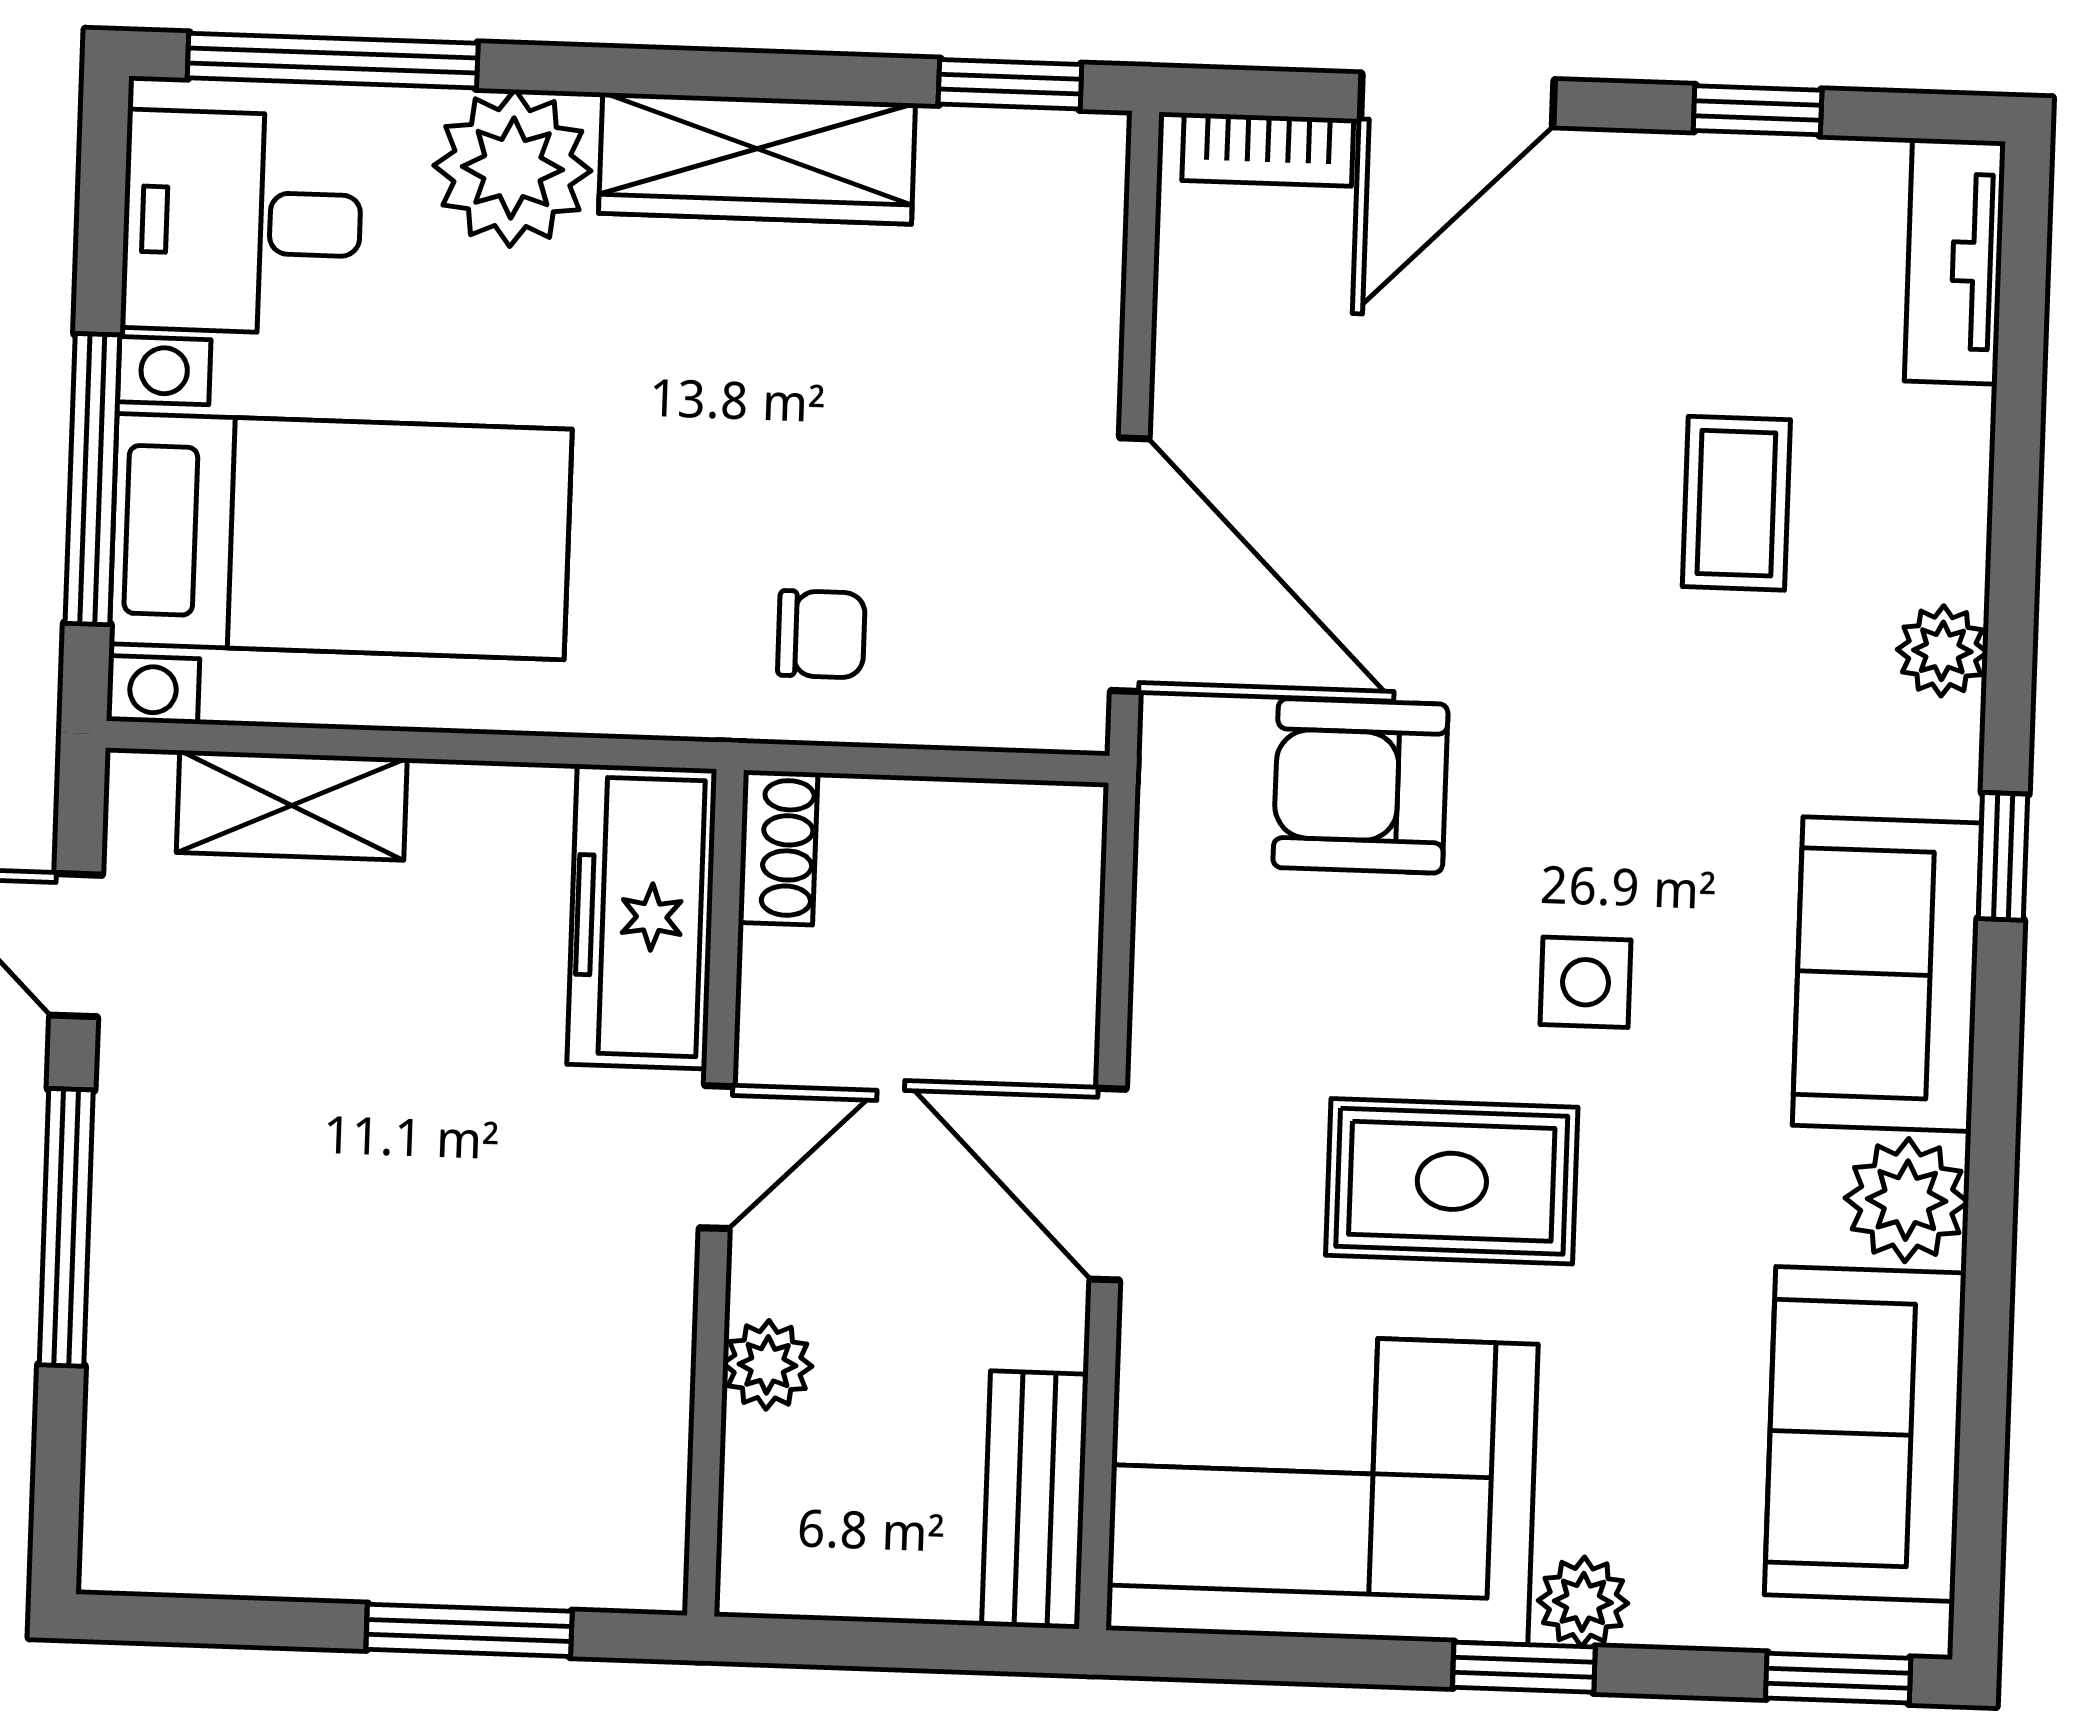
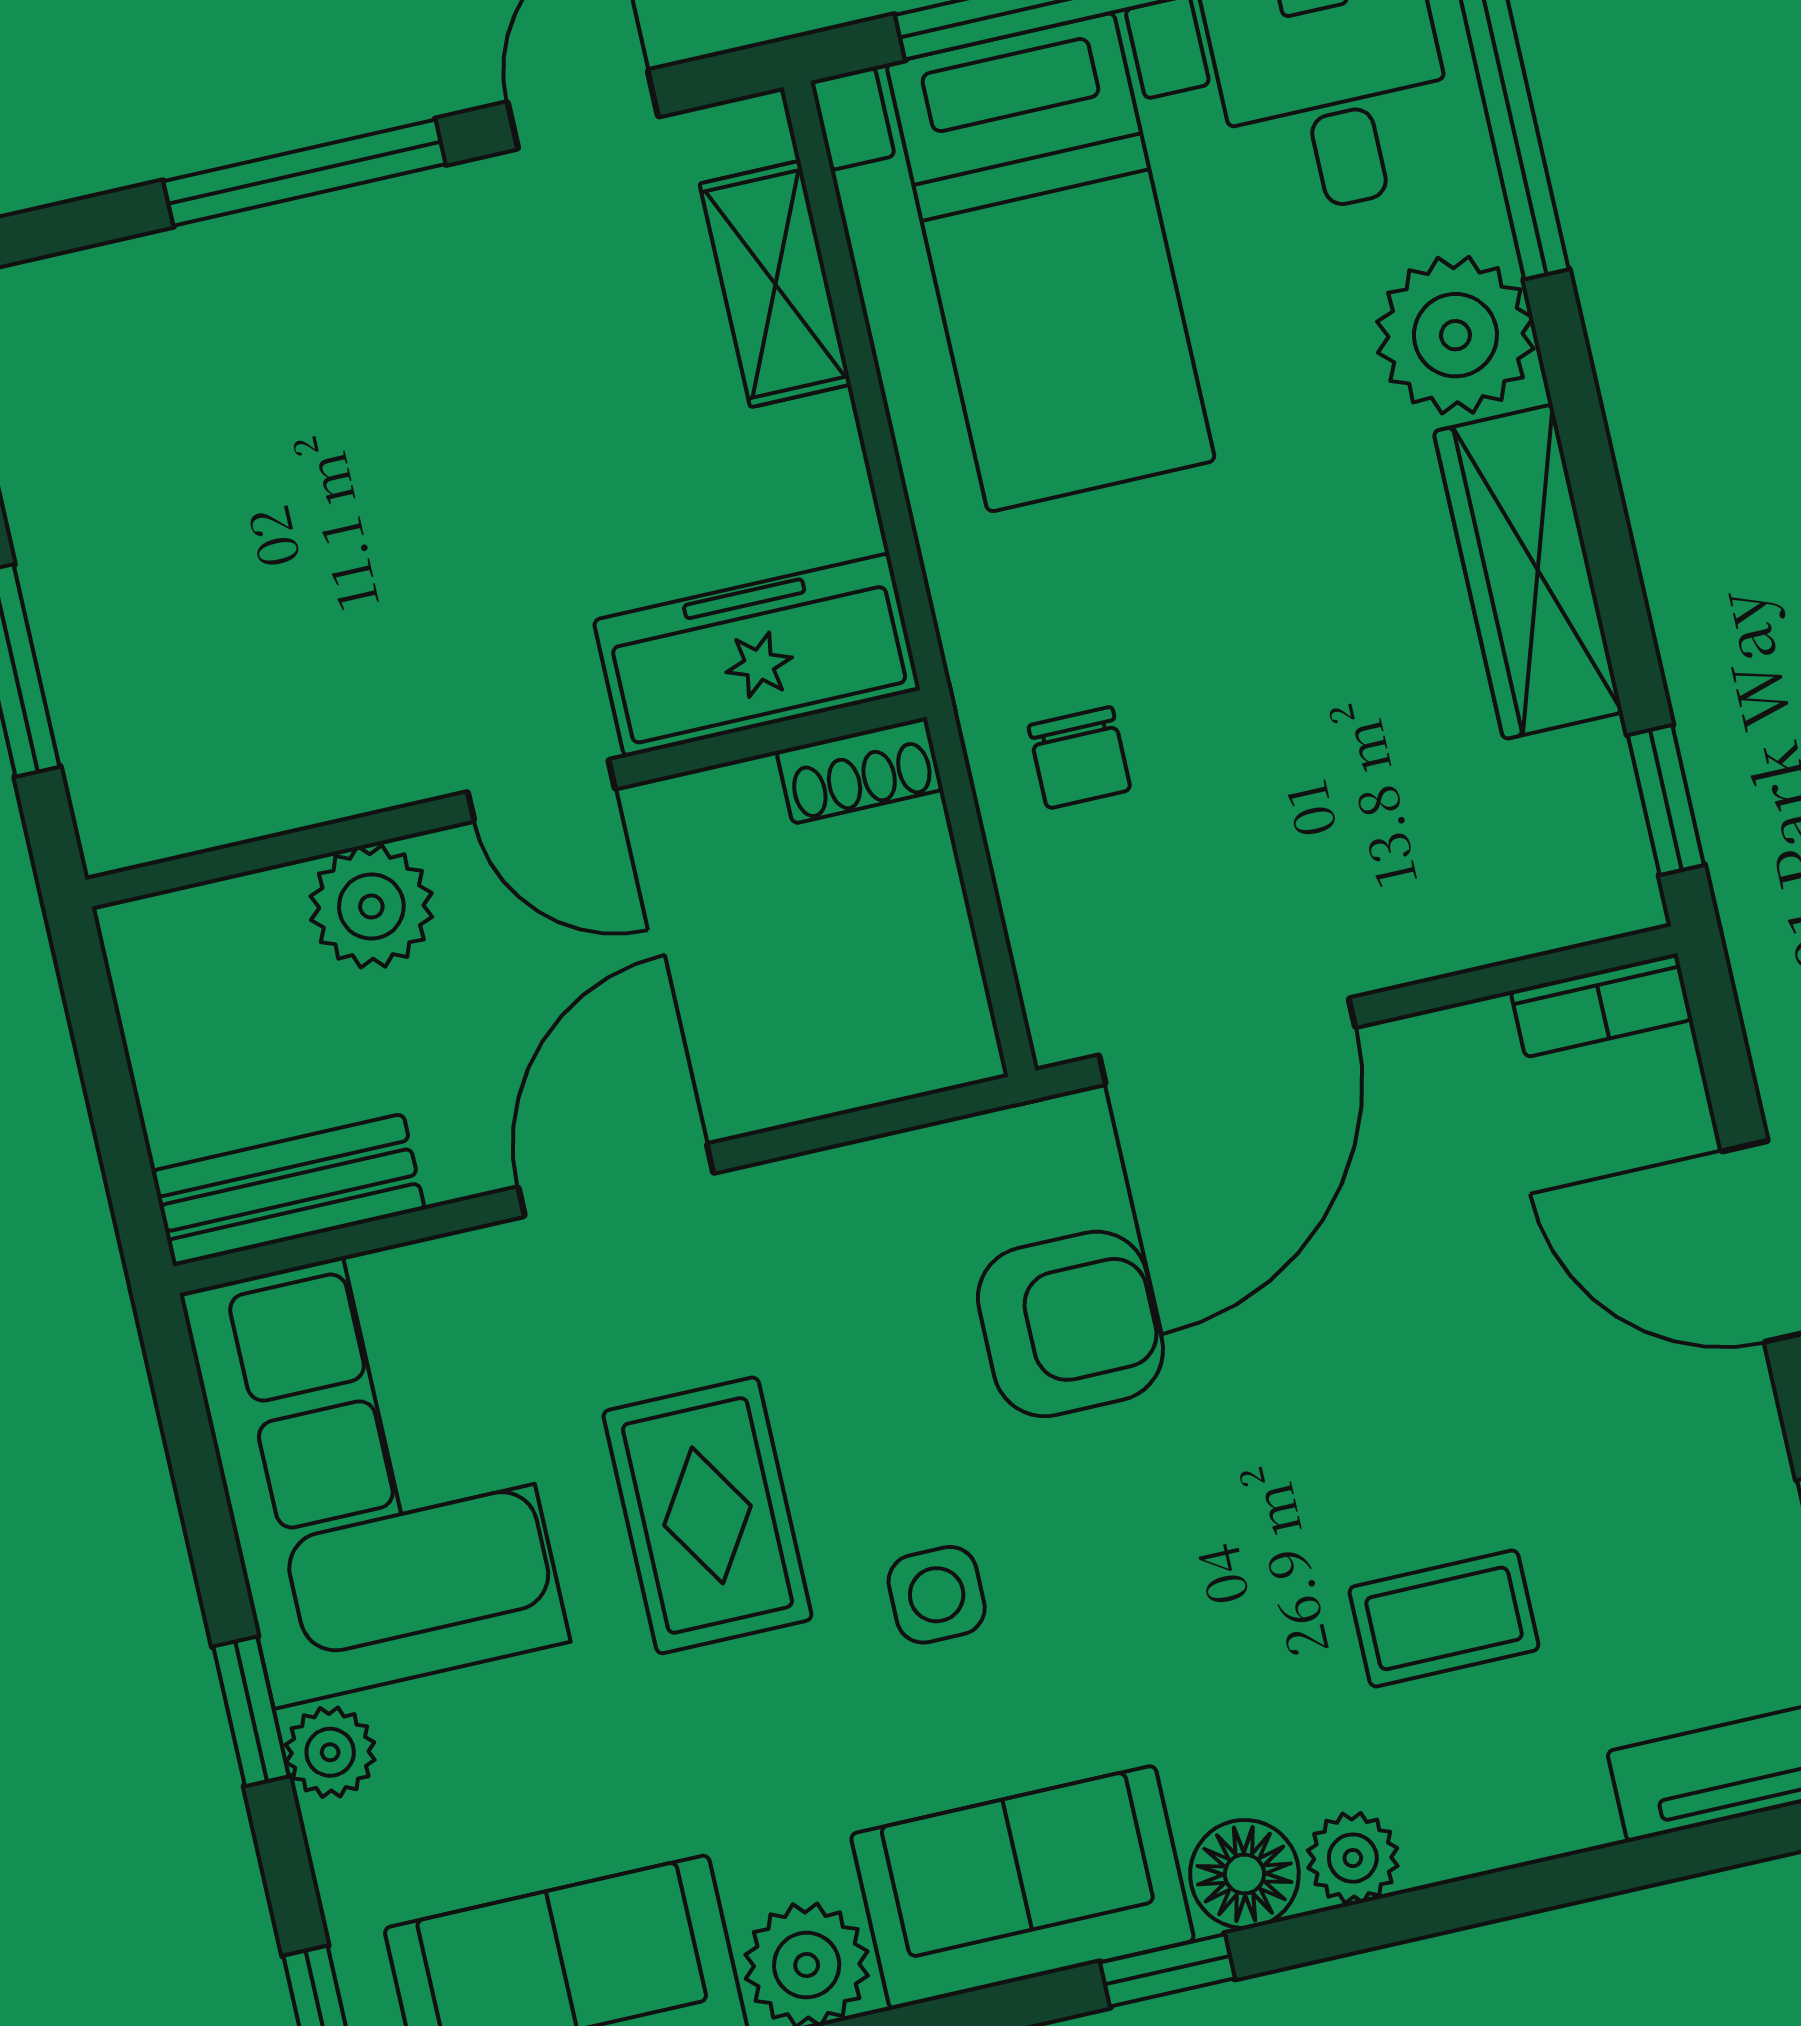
bookcase: (1268, 150) -> (1601, 1005), moved, turned -90
floor lamp: (1930, 758) -> (1244, 1874), added
armchair: (1360, 786) -> (1070, 1324), turned 90
plant: (767, 1365) -> (371, 906), width x1.38, depth x1.38

